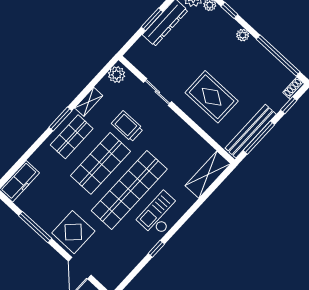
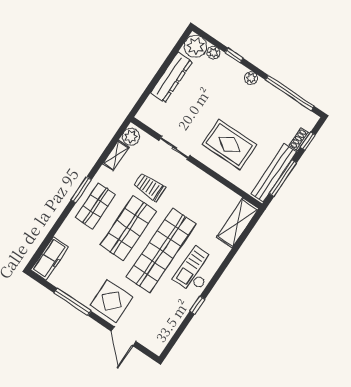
window: (152, 19) -> (158, 76), removed
shoe rack: (294, 88) -> (299, 139), moved
shelving: (89, 102) -> (116, 155), moved

